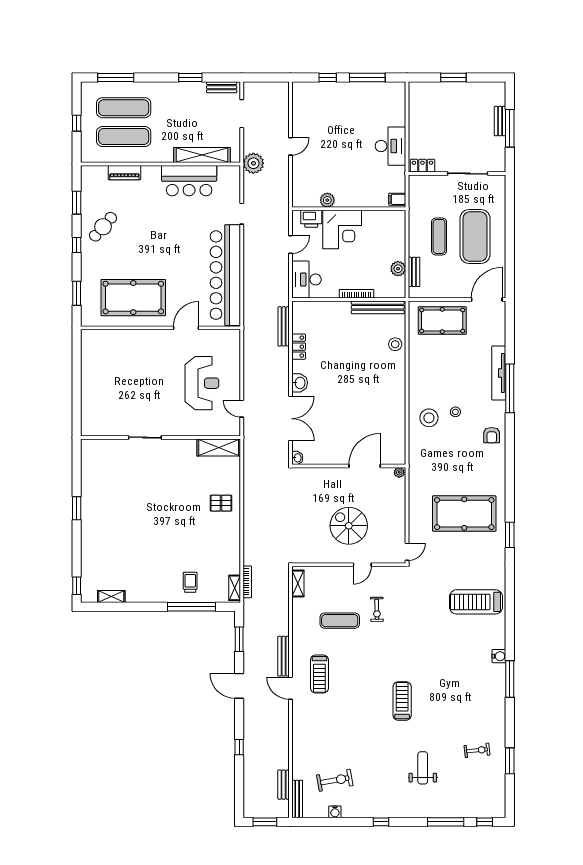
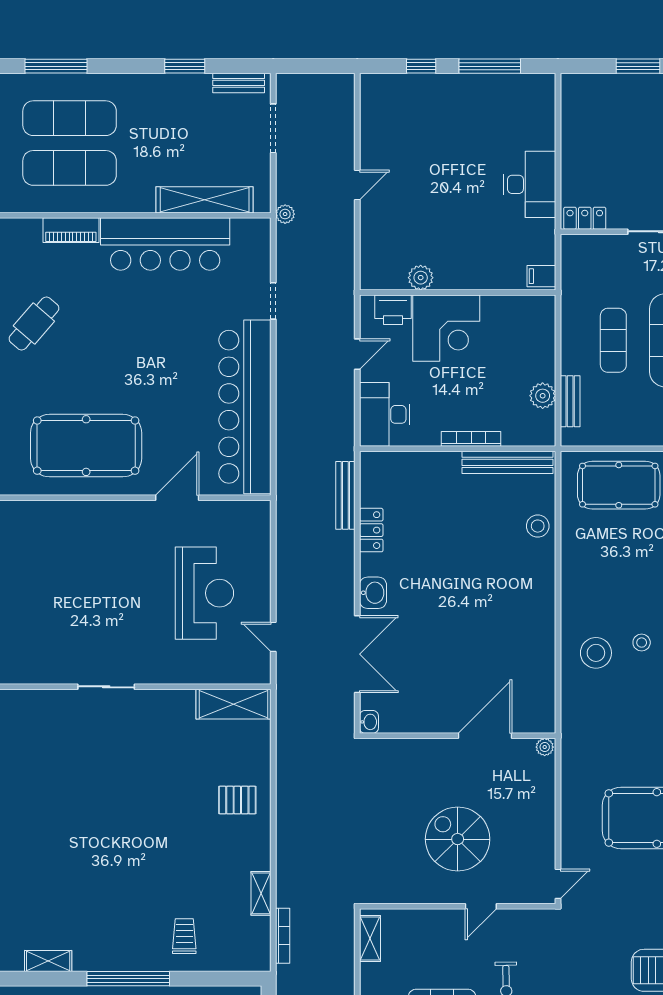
plant: (253, 163) -> (285, 214), width x0.53, depth x0.53
bar counter: (189, 181) -> (165, 244), width x1.36
shelving: (235, 588) -> (261, 893), moved
window: (191, 607) -> (128, 979), moved

